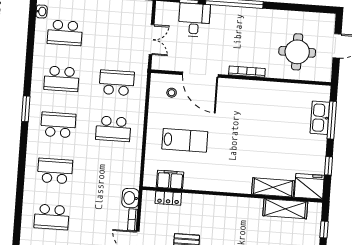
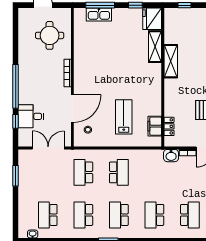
school desk: (65, 33) -> (48, 215), turned 180
double door: (152, 40) -> (48, 148), width x1.37
school desk: (62, 79) -> (83, 215), turned 180
shelving: (285, 209) -> (171, 61), moved

